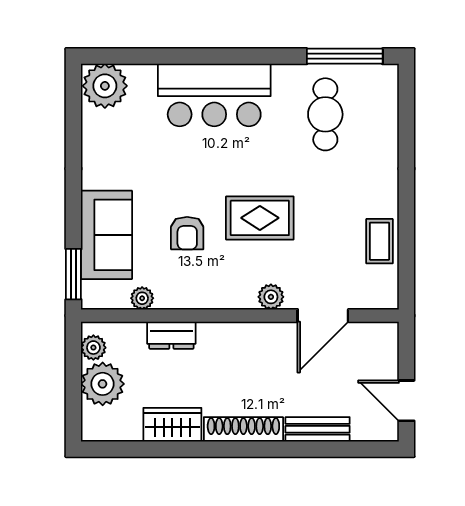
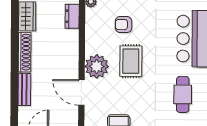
cafe table: (325, 114) -> (183, 94), turned 90
plant: (271, 297) -> (97, 66), width x1.87, depth x1.87

